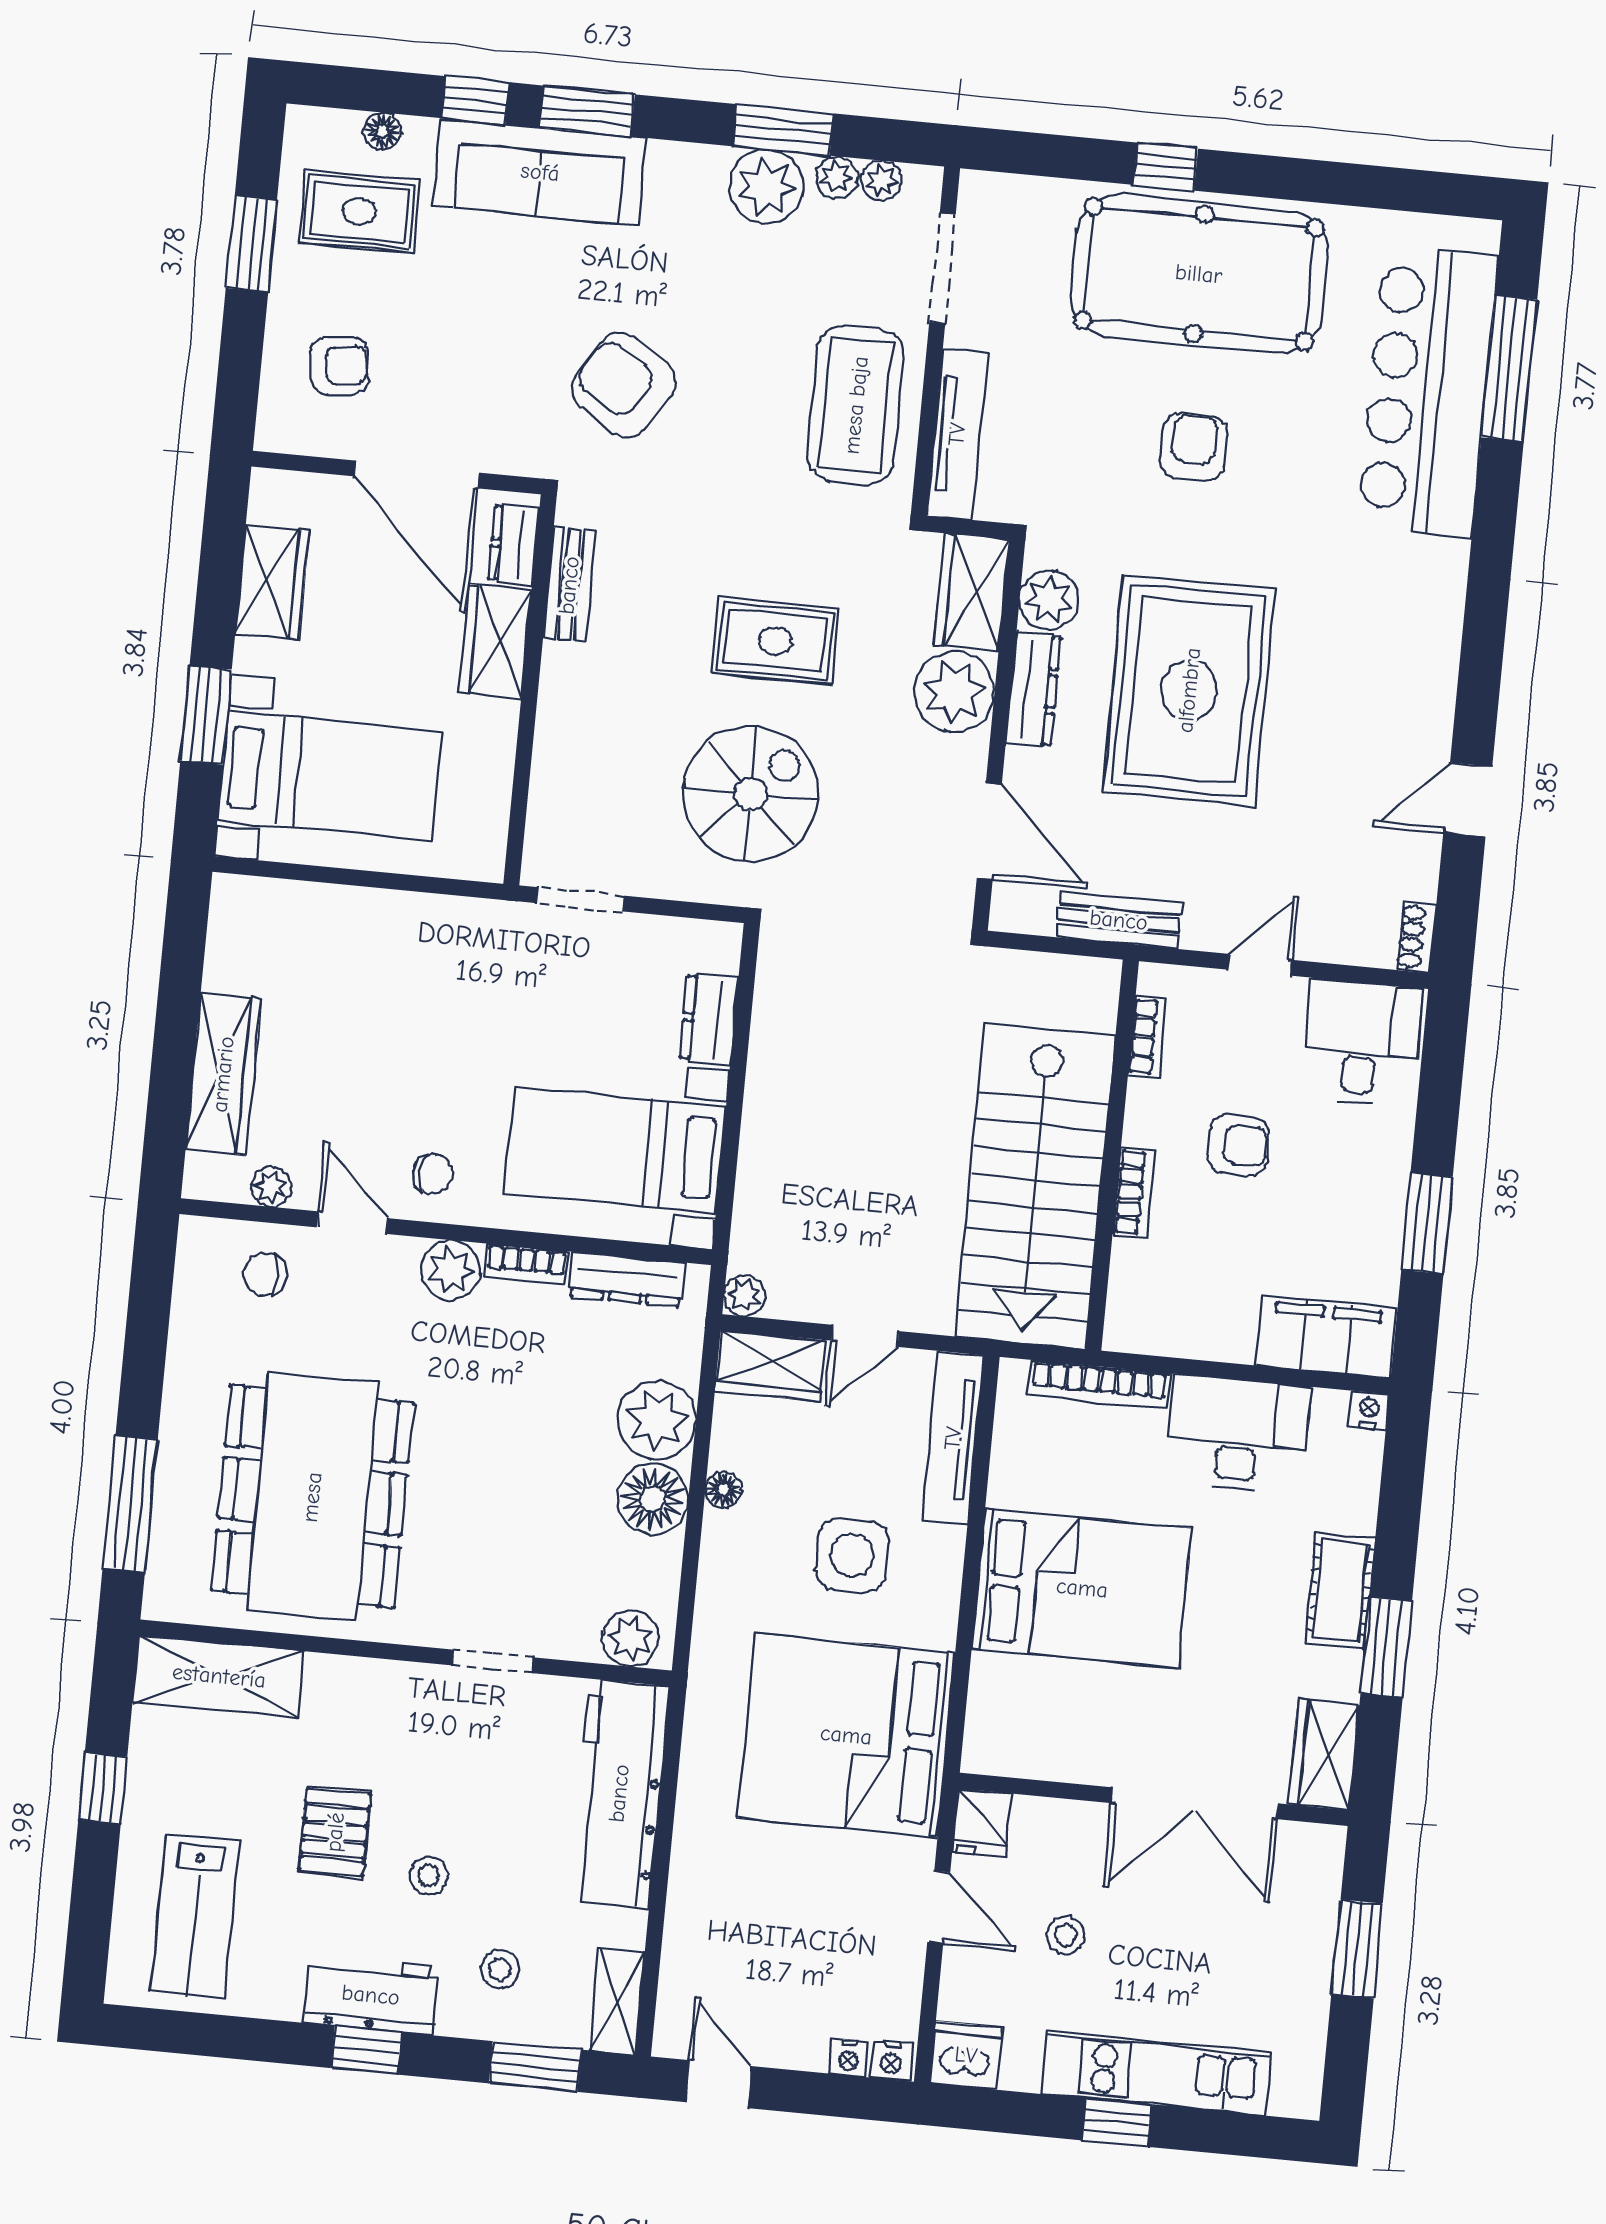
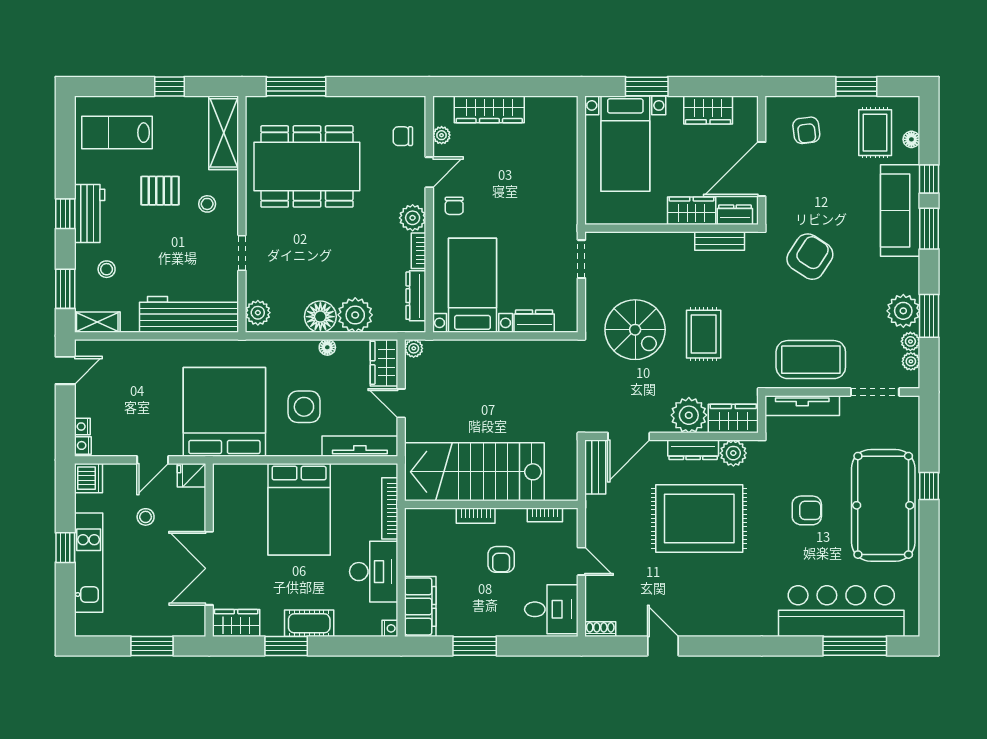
bench: (1119, 920) -> (595, 467), moved
chair: (265, 1274) -> (403, 136), turned -90
stool: (429, 1876) -> (207, 204), moved

